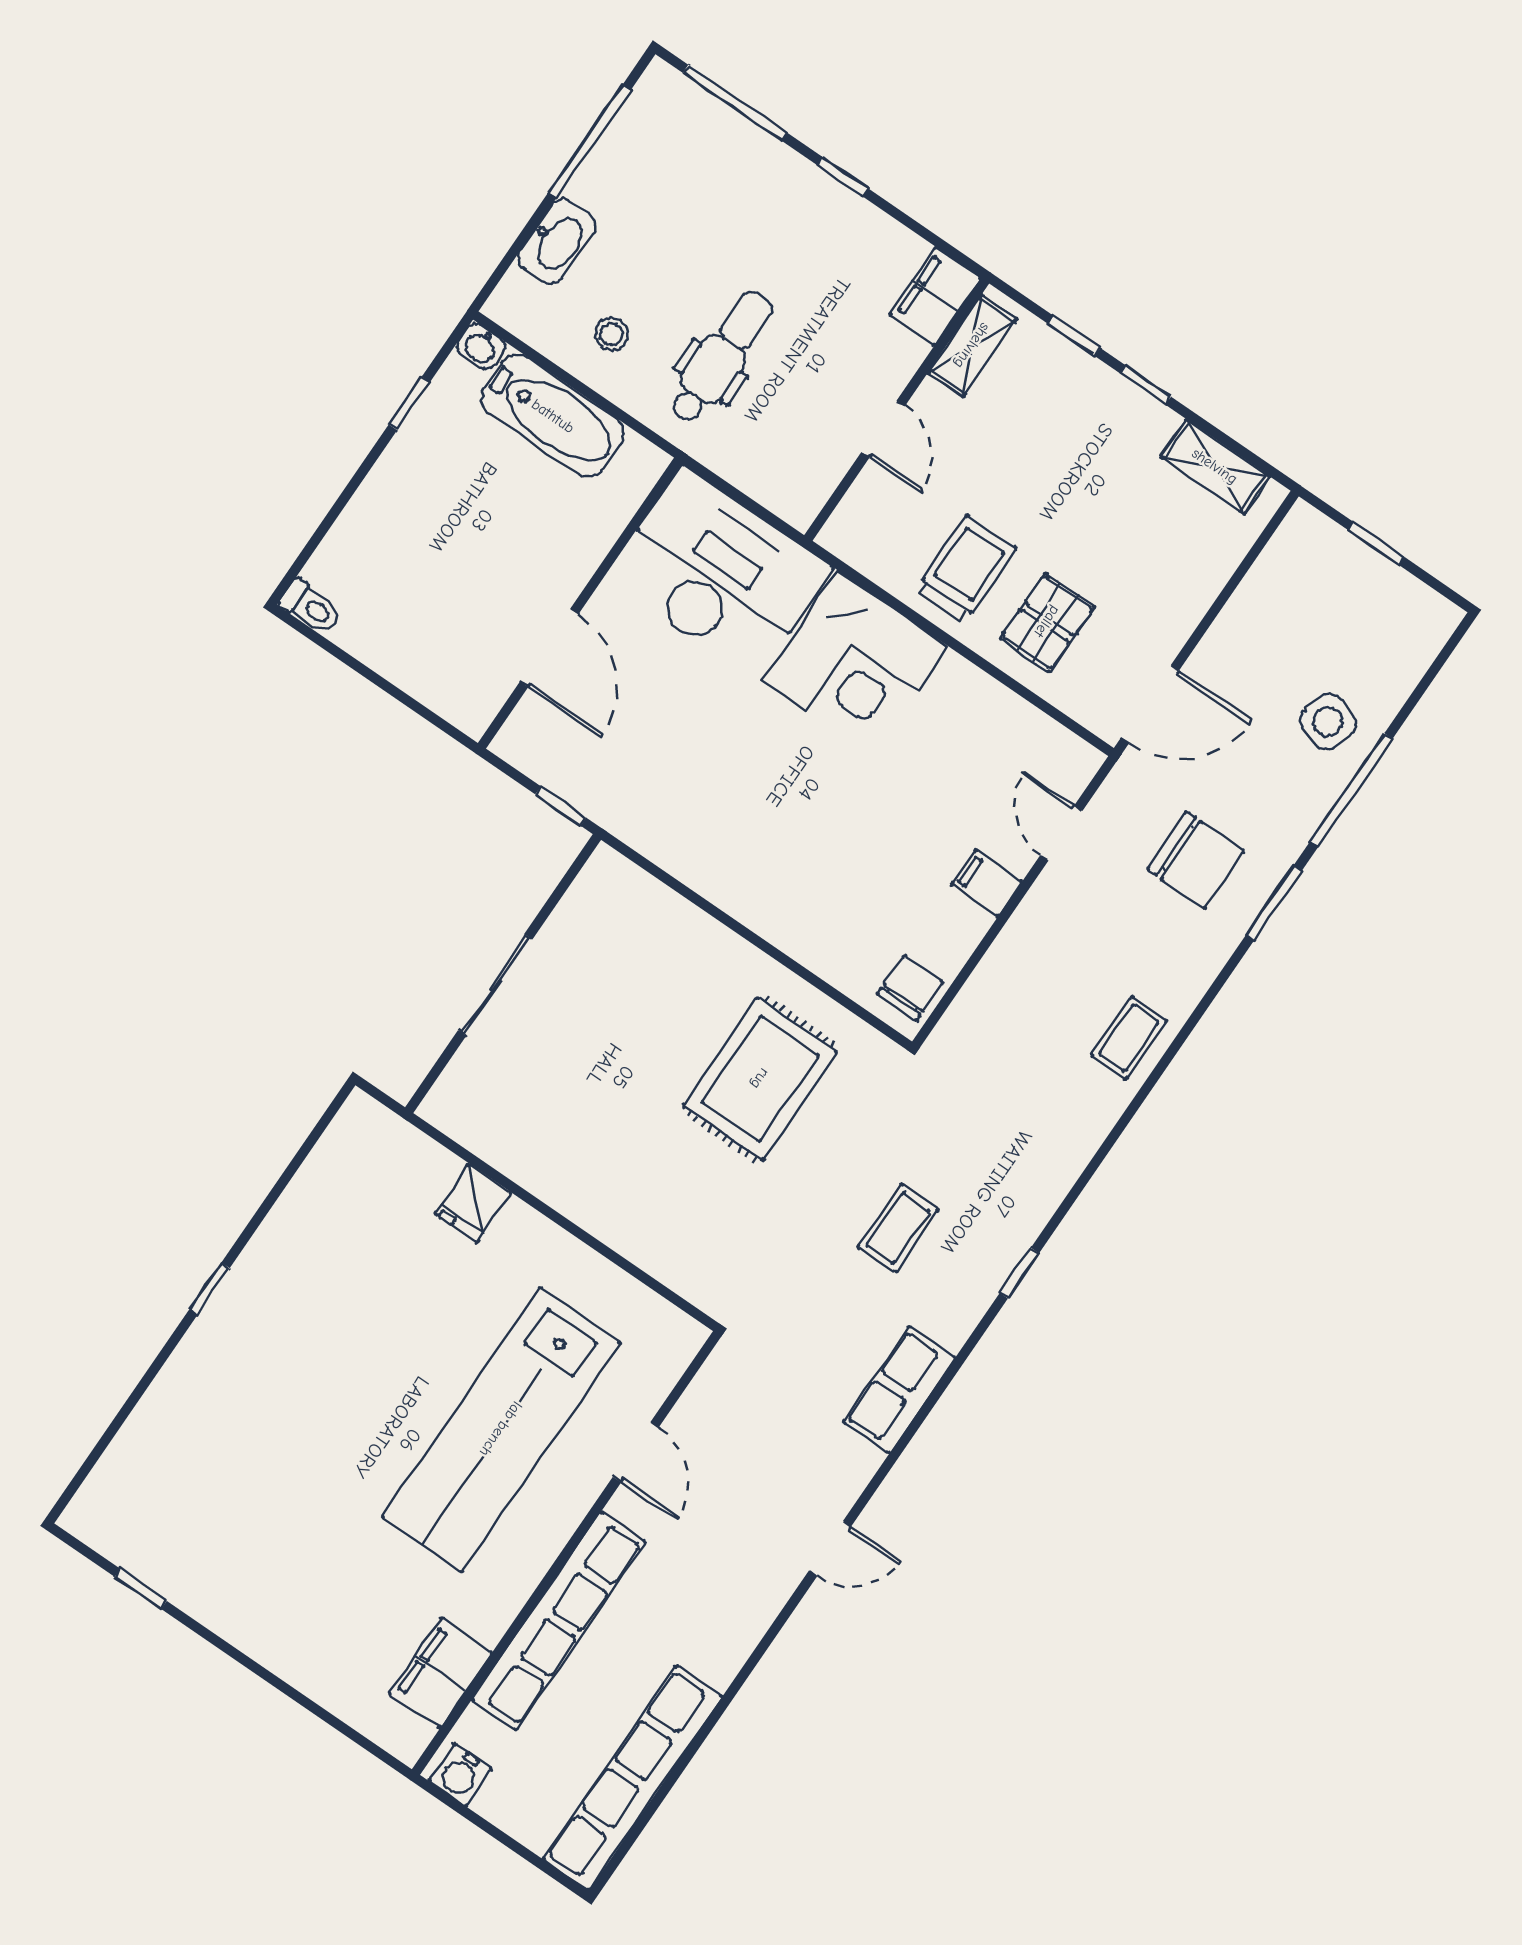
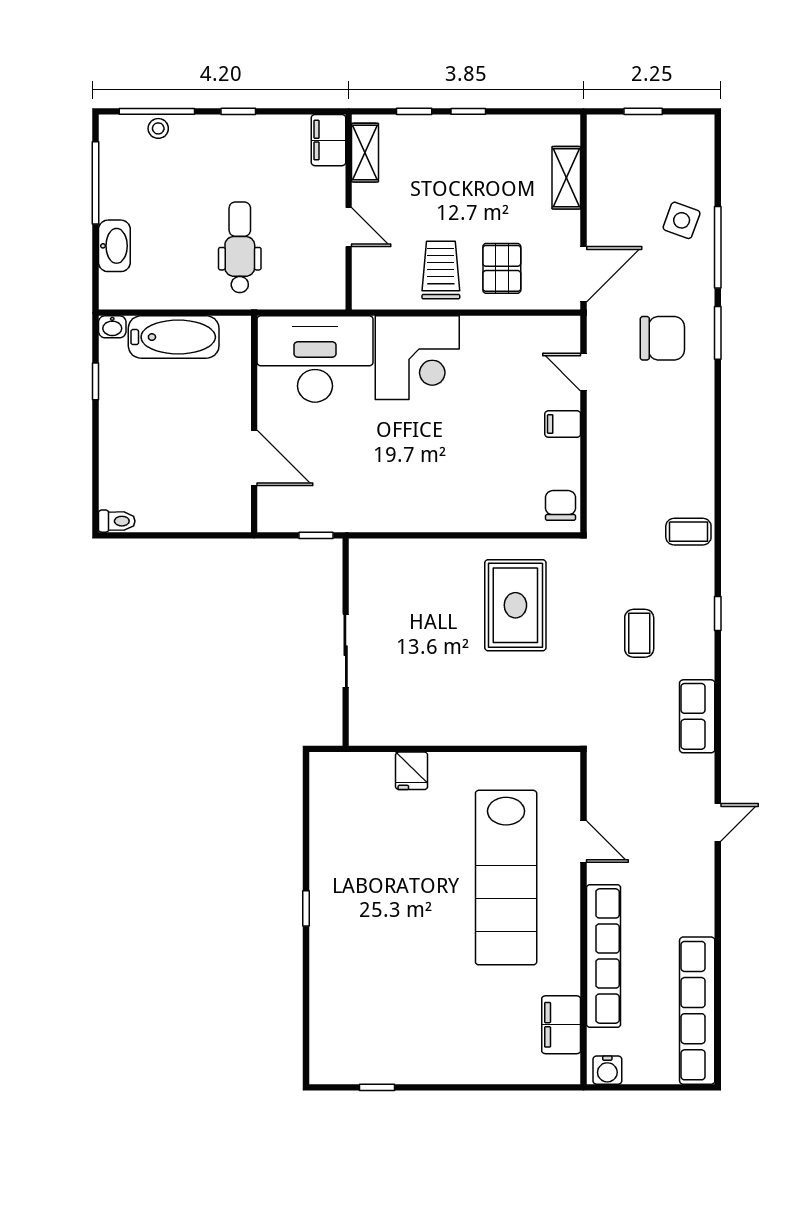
stool: (611, 335) -> (158, 128), moved
shelving: (1215, 466) -> (566, 178), moved, turned 90
coffee table: (1129, 1038) -> (688, 532), moved, turned 90

